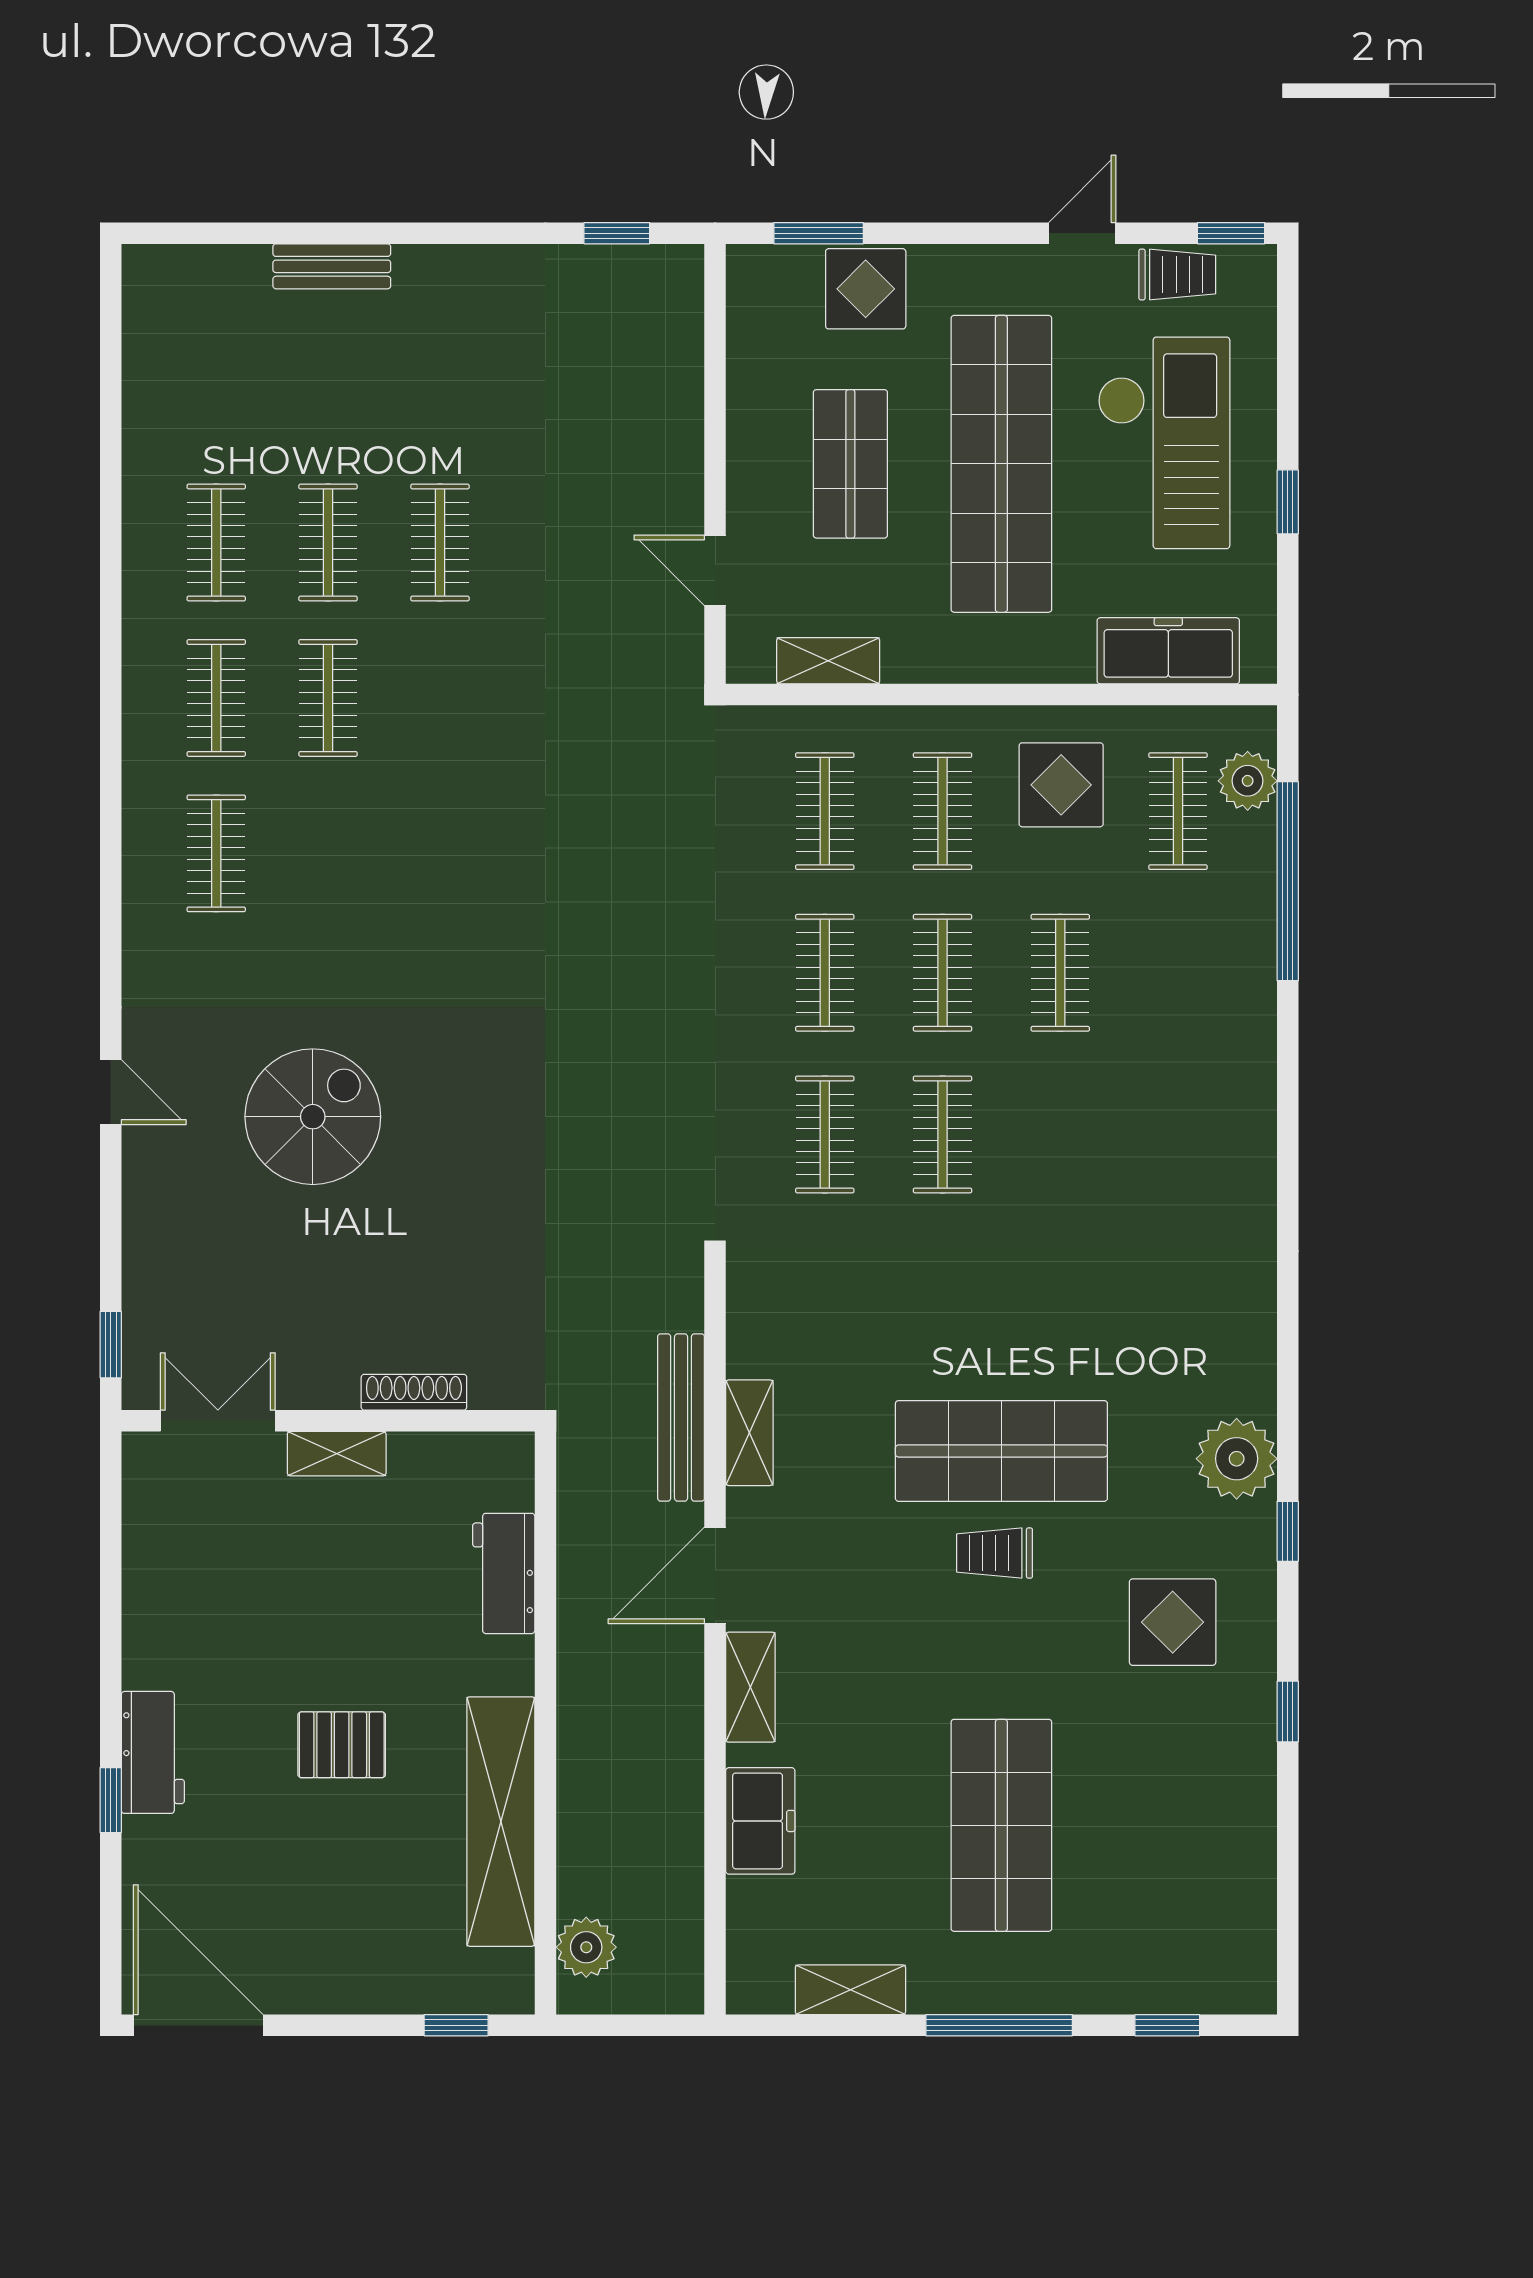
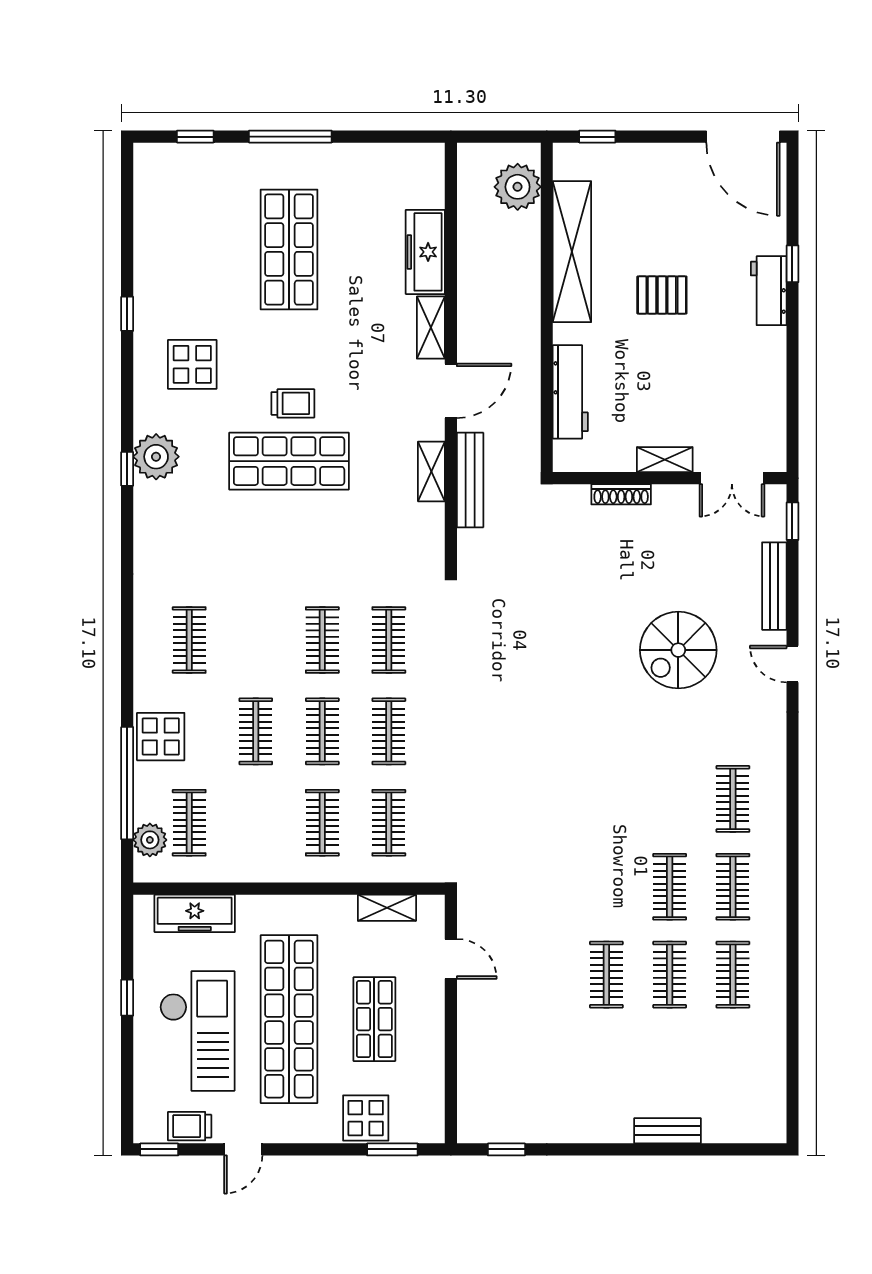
checkout: (1164, 443) -> (197, 1031), turned 180
display table: (1061, 785) -> (161, 737), moved
clothes rail: (1178, 1134) -> (189, 640), added
bench: (143, 1230) -> (774, 586), added
window: (1288, 1531) -> (127, 469), moved
workbench: (504, 1573) -> (570, 392), width x1.37
freezer: (760, 1821) -> (425, 252), width x1.40
plant: (586, 1947) -> (518, 187), width x1.36, depth x1.36
shelving: (850, 1990) -> (374, 157), removed

